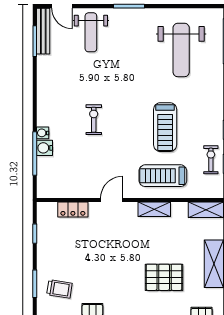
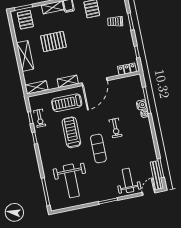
door: (62, 6) -> (149, 193), hinge flipped
weight bench: (181, 50) -> (71, 181), turned 180
exercise mat: (127, 93) -> (98, 148), added
treadmill: (163, 176) -> (67, 103), turned 180
door: (112, 200) -> (95, 82), width x1.88
locker: (73, 210) -> (127, 69), moved

